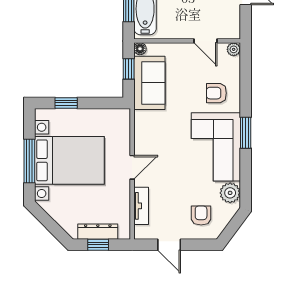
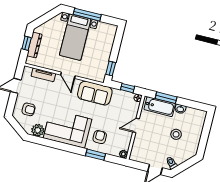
door: (206, 41) -> (136, 125), moved
sofa: (149, 83) -> (95, 93), moved
window: (66, 103) -> (111, 68), moved
window: (246, 133) -> (96, 155), moved
bed with nightstands: (69, 160) -> (75, 37), width x0.73

